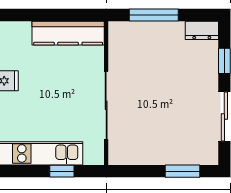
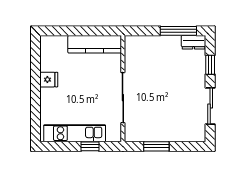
window: (154, 15) -> (178, 31), moved
window: (183, 171) -> (156, 146), moved

